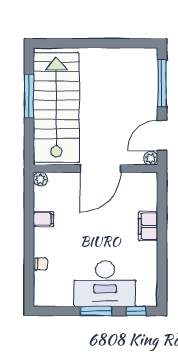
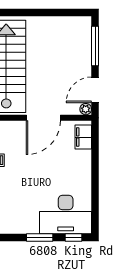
filing cabinet: (148, 226) -> (83, 137), moved
desk: (105, 284) -> (66, 214), moved

